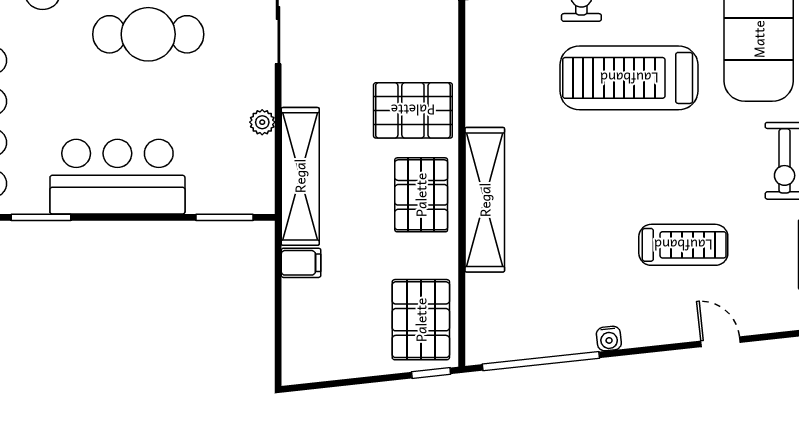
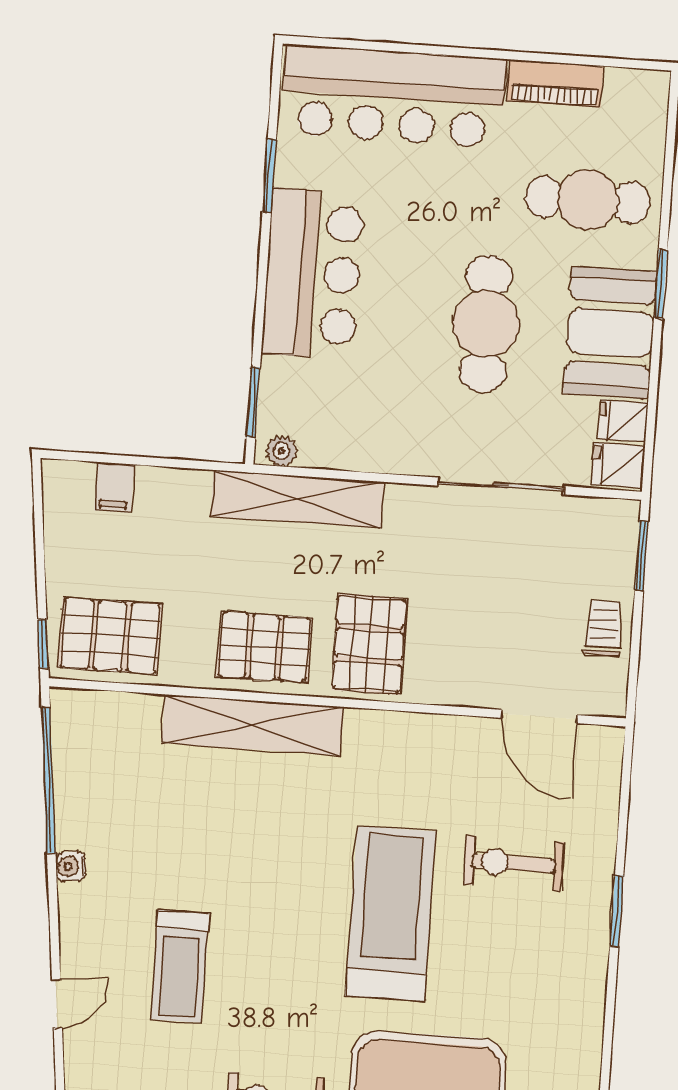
plant: (262, 122) -> (282, 451), moved
filing cabinet: (301, 263) -> (114, 487), moved

